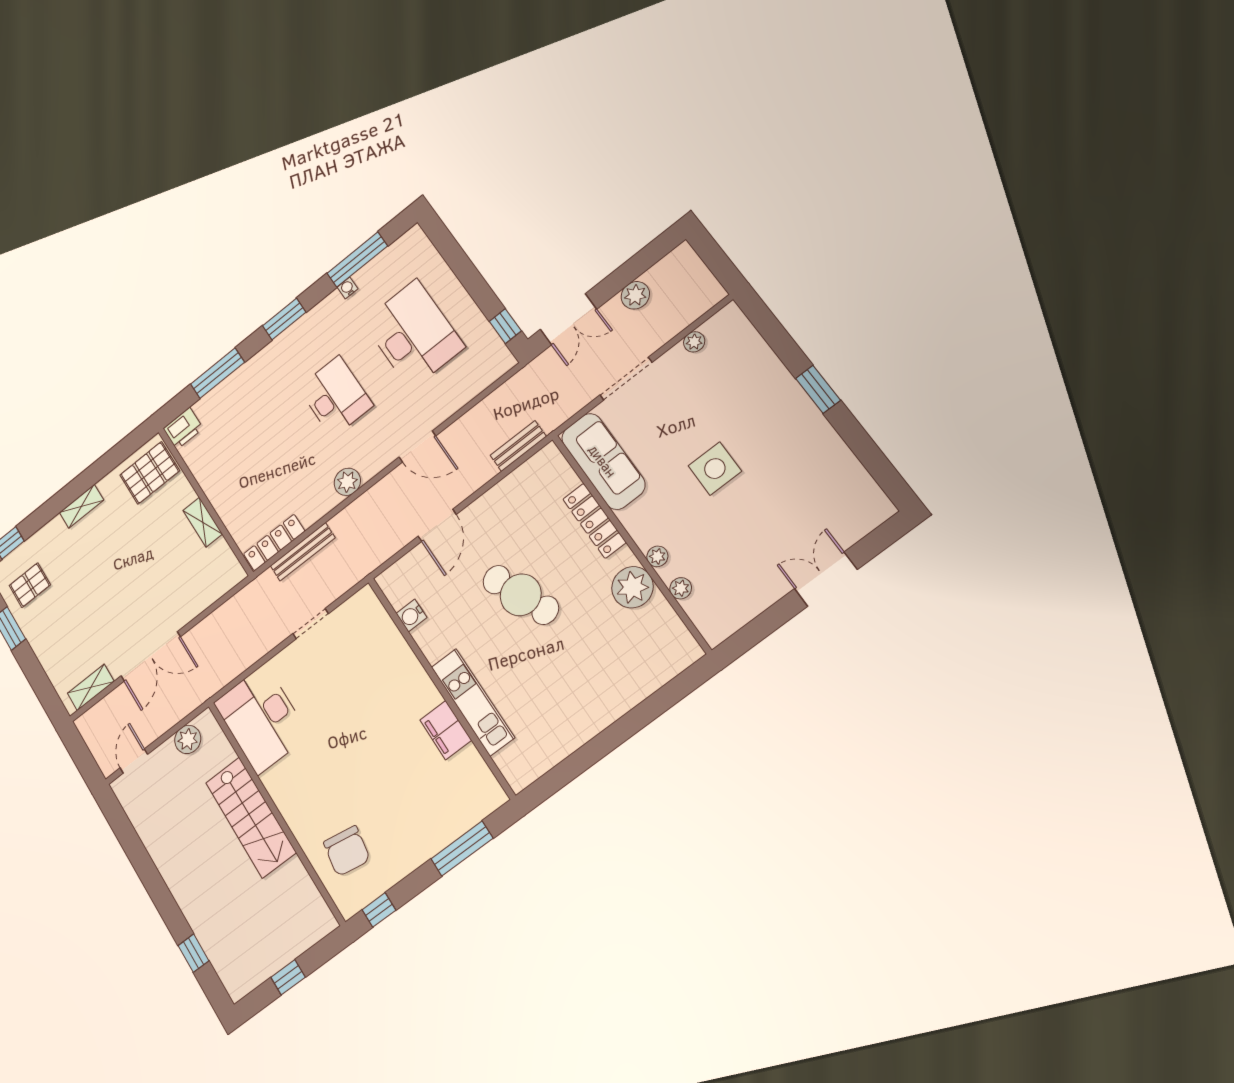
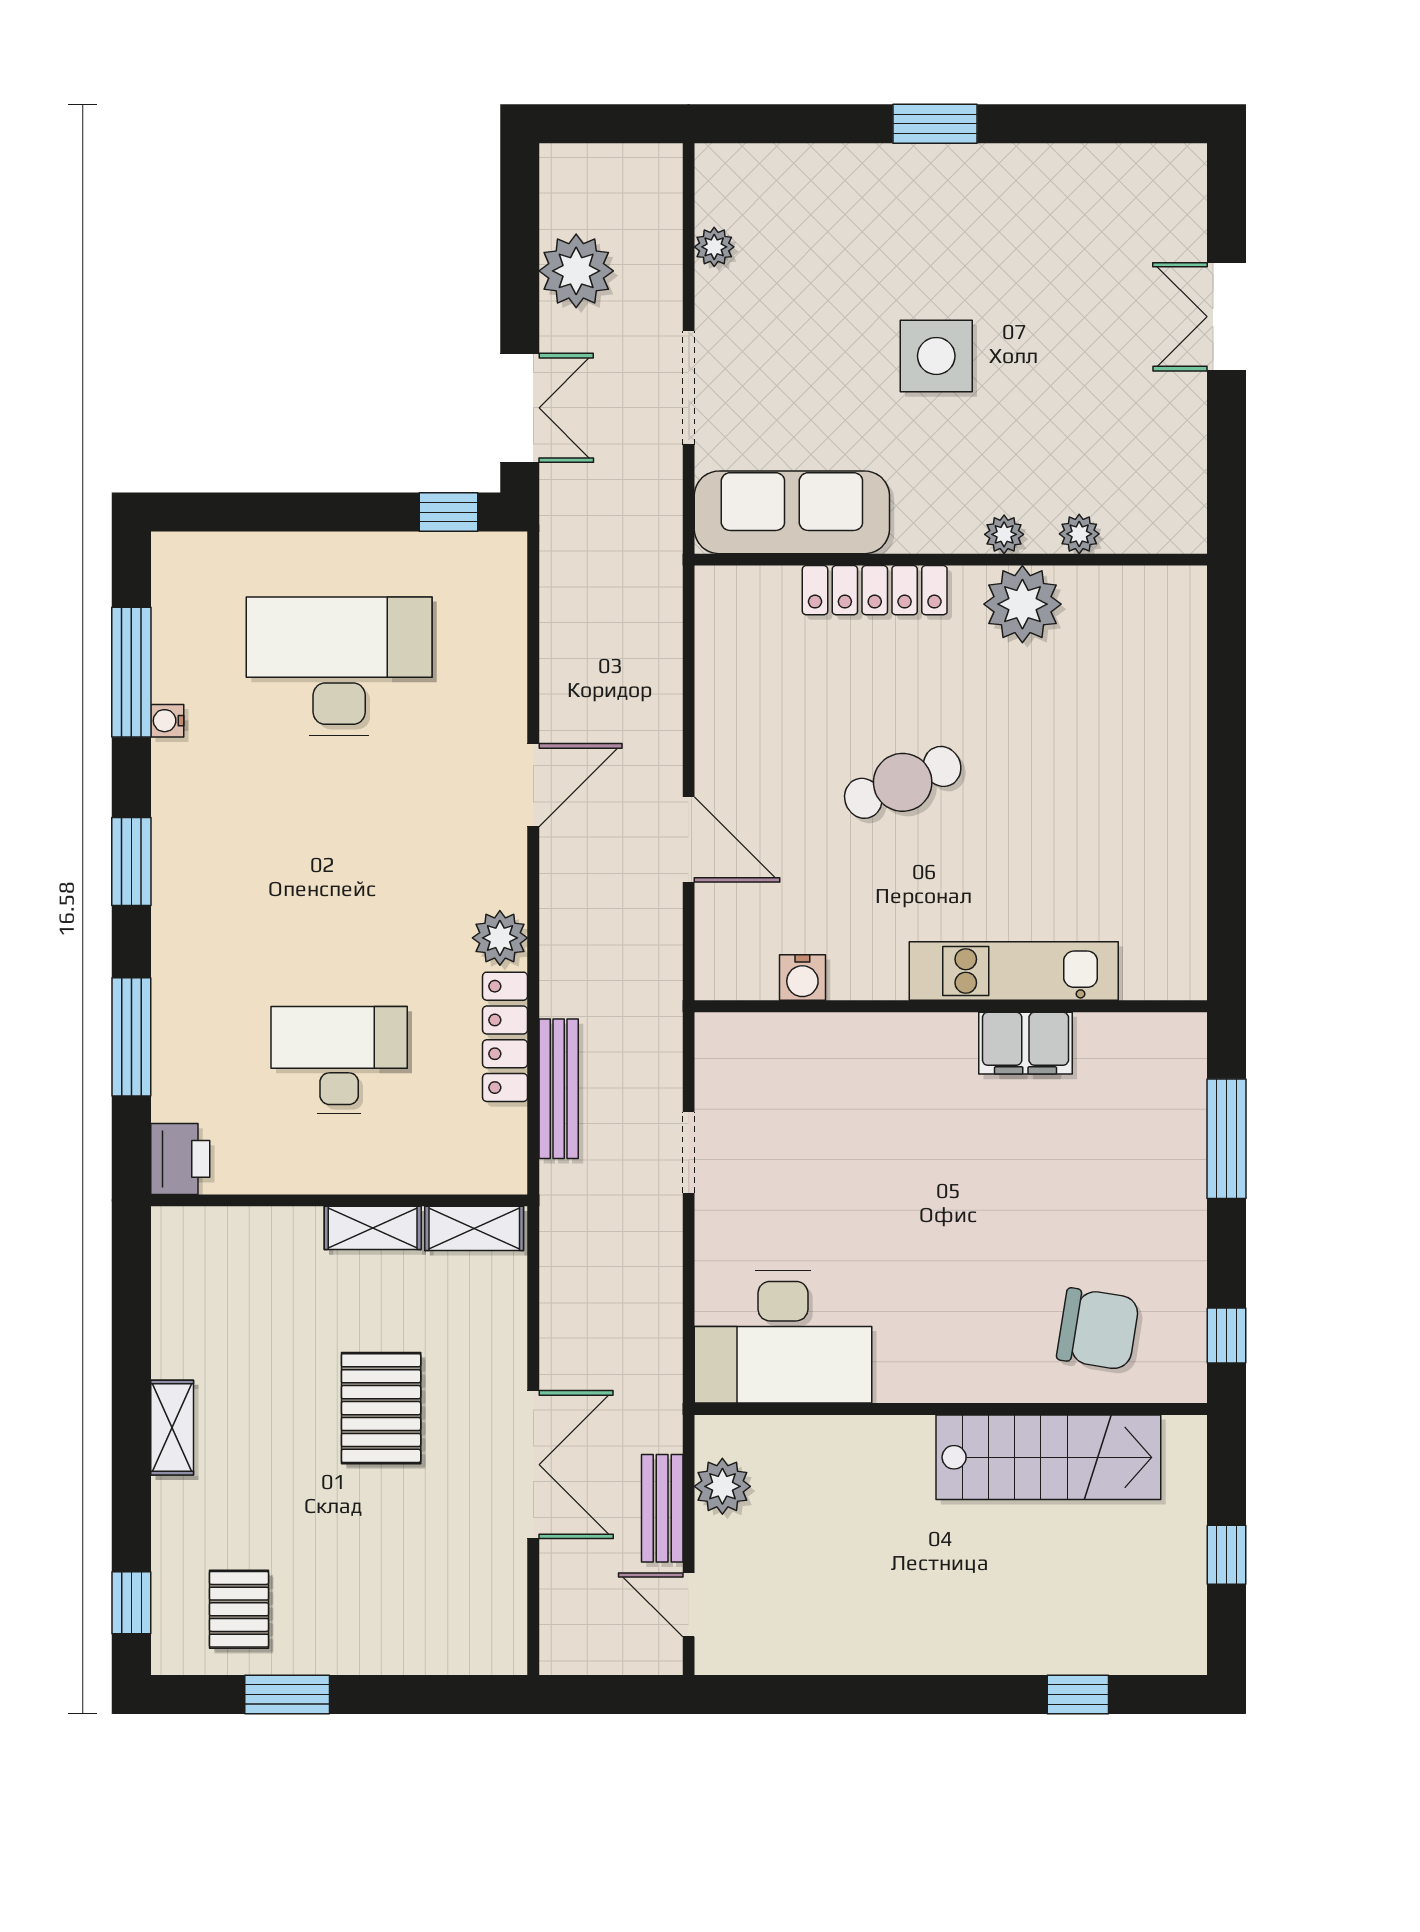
plant: (635, 295) -> (576, 271), width x1.36, depth x1.36
desk: (336, 397) -> (339, 1060), moved
bench: (518, 446) -> (662, 1508), moved
pallet: (150, 473) -> (381, 1408), moved
locker: (274, 543) -> (505, 1037), moved
cafe table: (521, 595) -> (903, 782), width x0.73, depth x0.74
shelving: (91, 687) -> (474, 1228), moved, turned 90
stairs: (251, 817) -> (1048, 1457), moved

